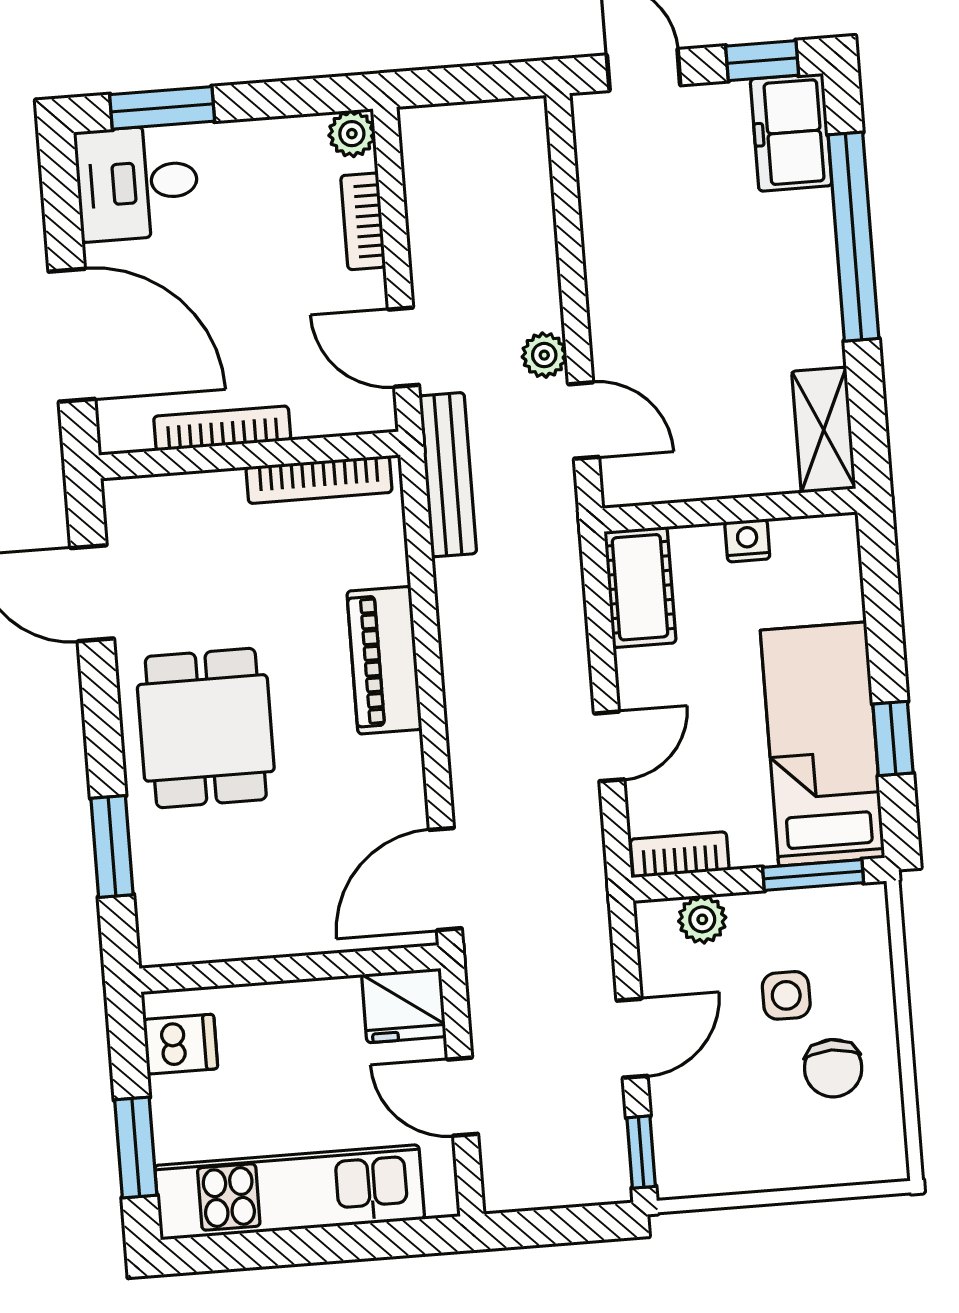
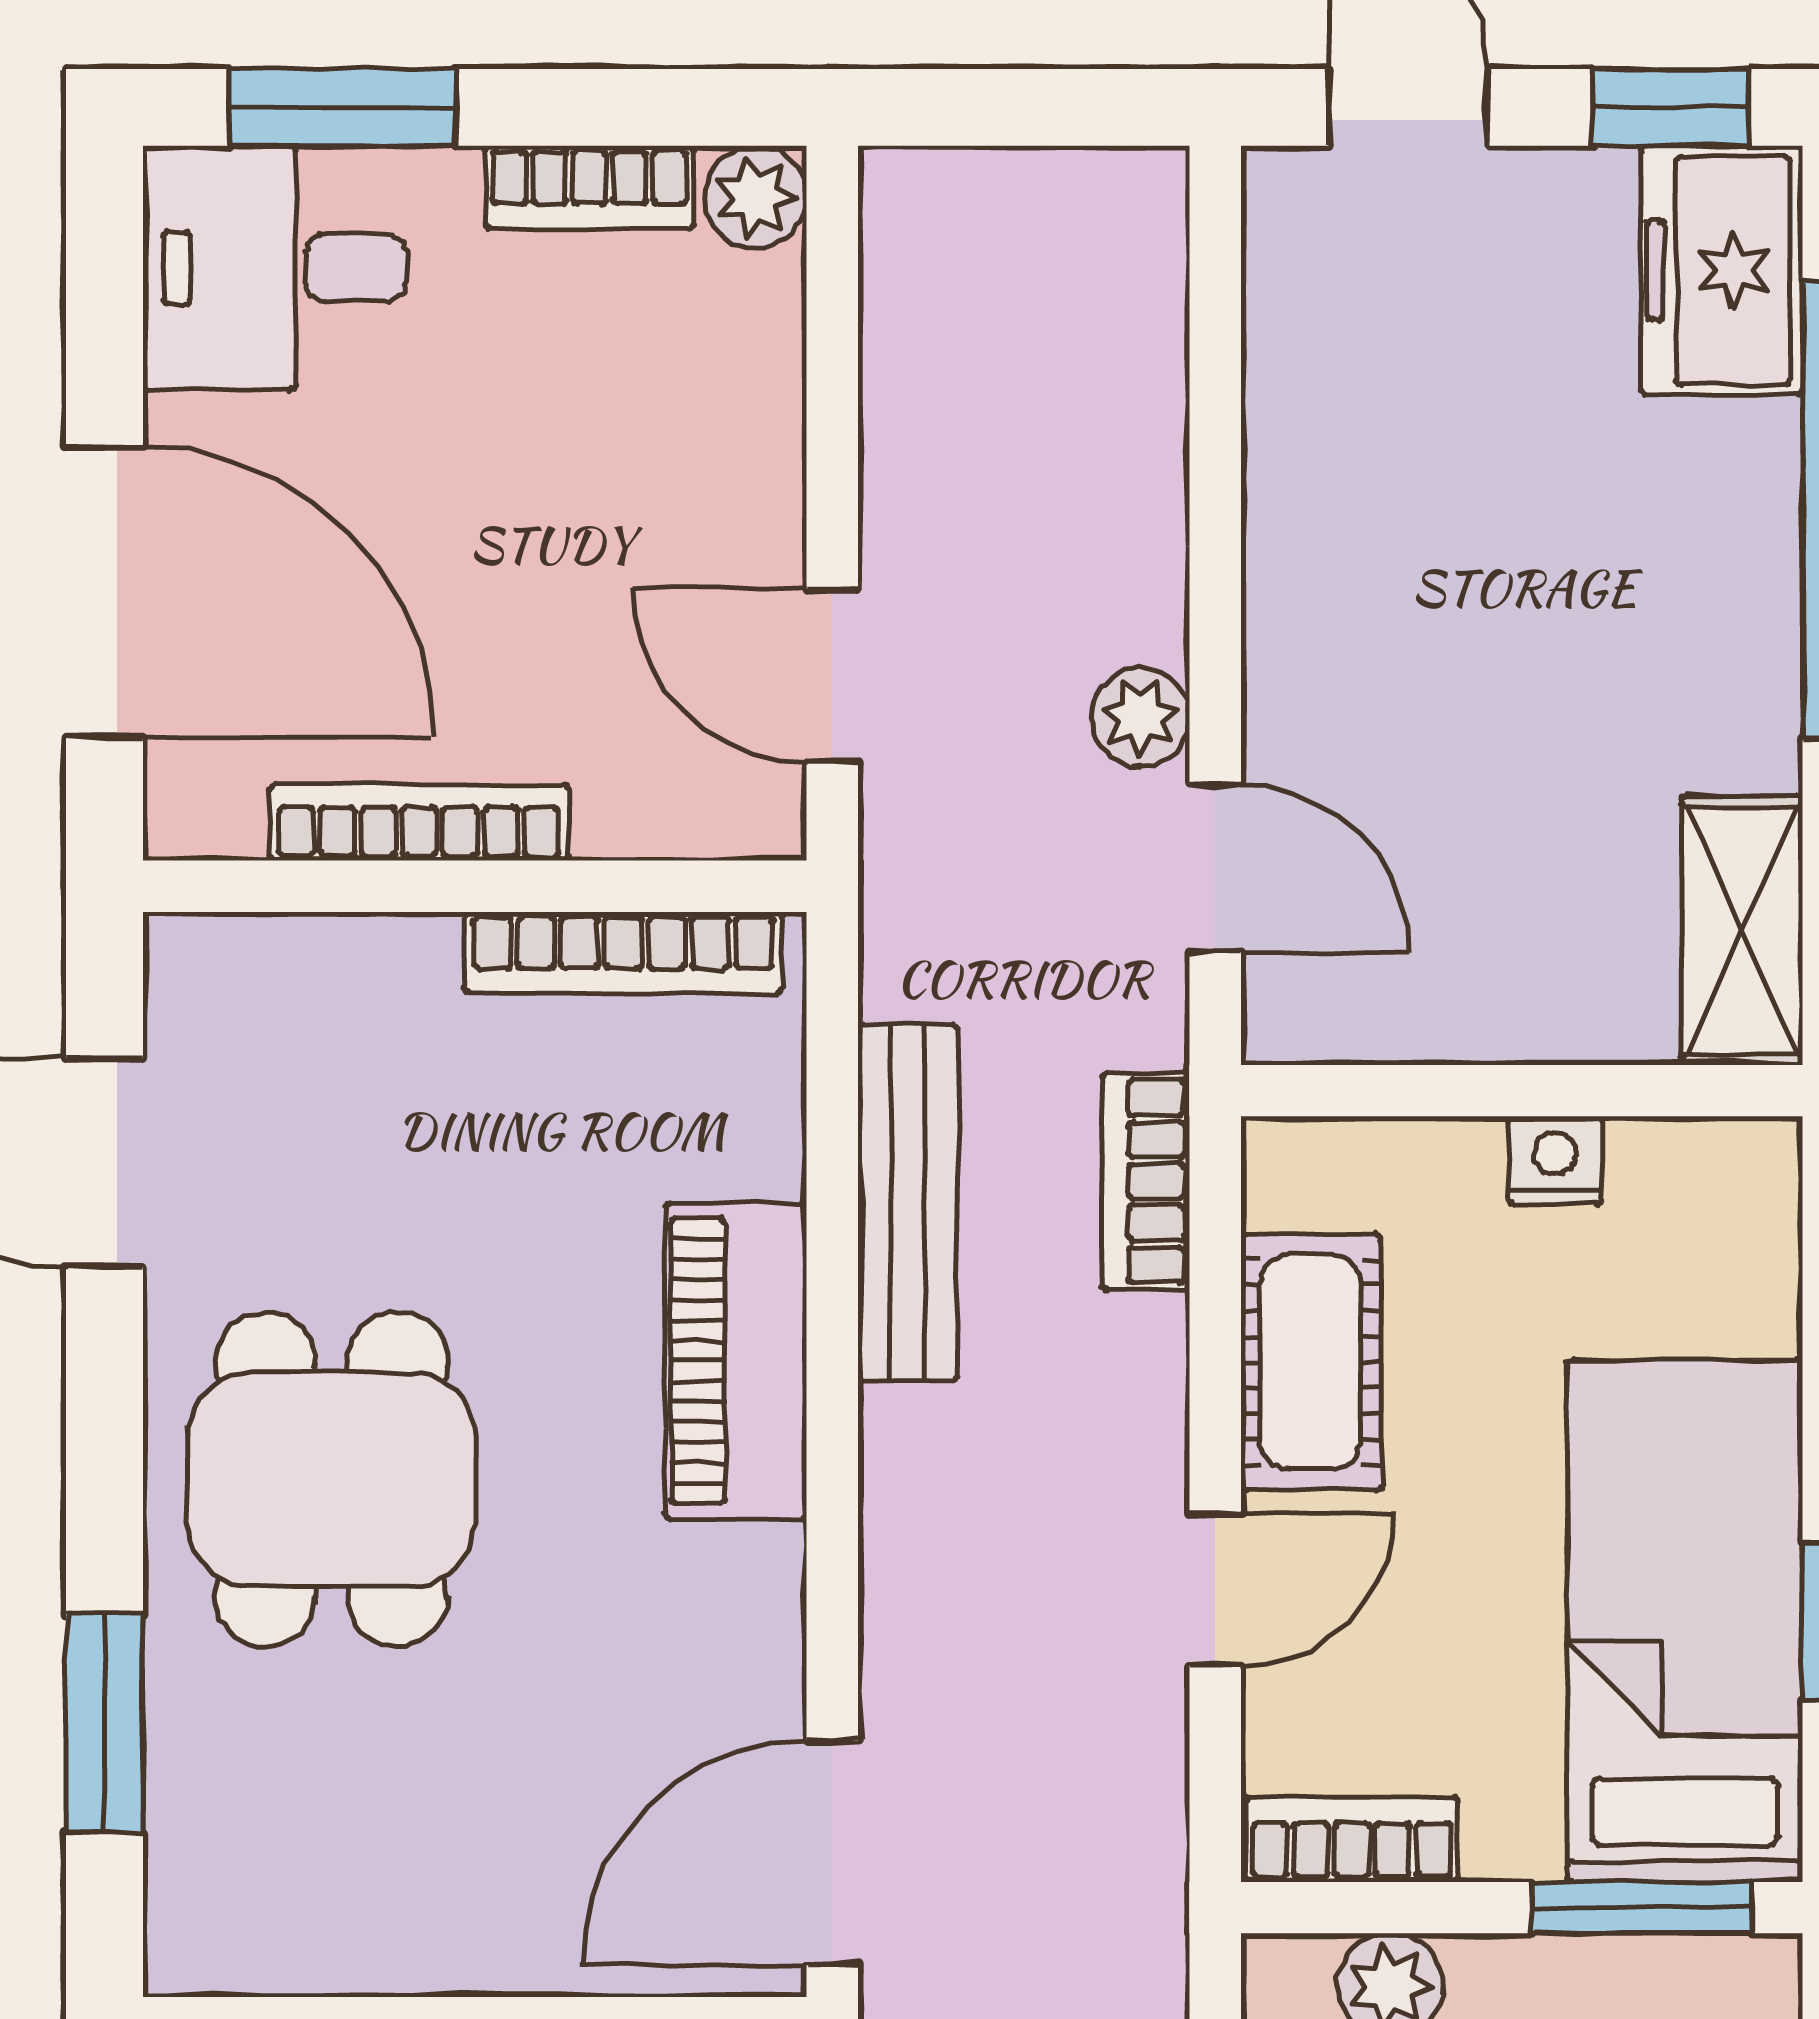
bookcase: (363, 221) -> (590, 187), moved, turned -90
bench: (448, 475) -> (908, 1202), moved
bookcase: (563, 564) -> (1146, 1181), added
cot: (640, 587) -> (1311, 1362), moved

